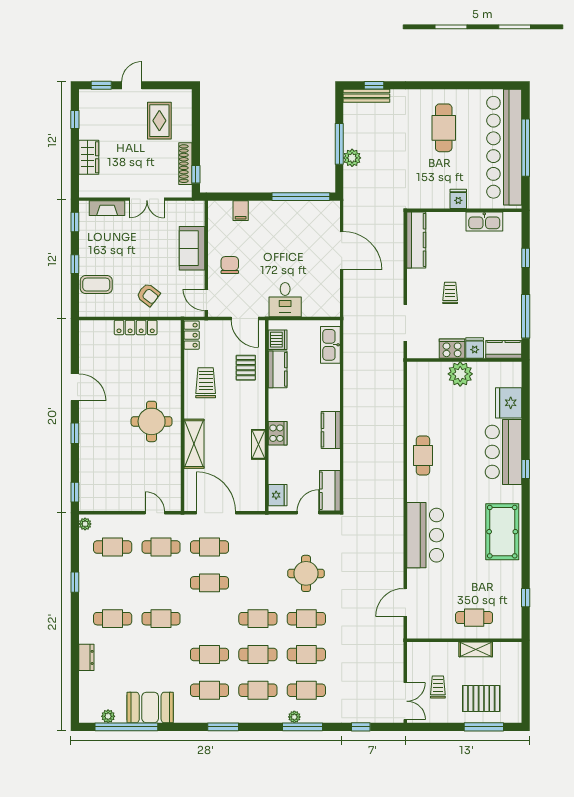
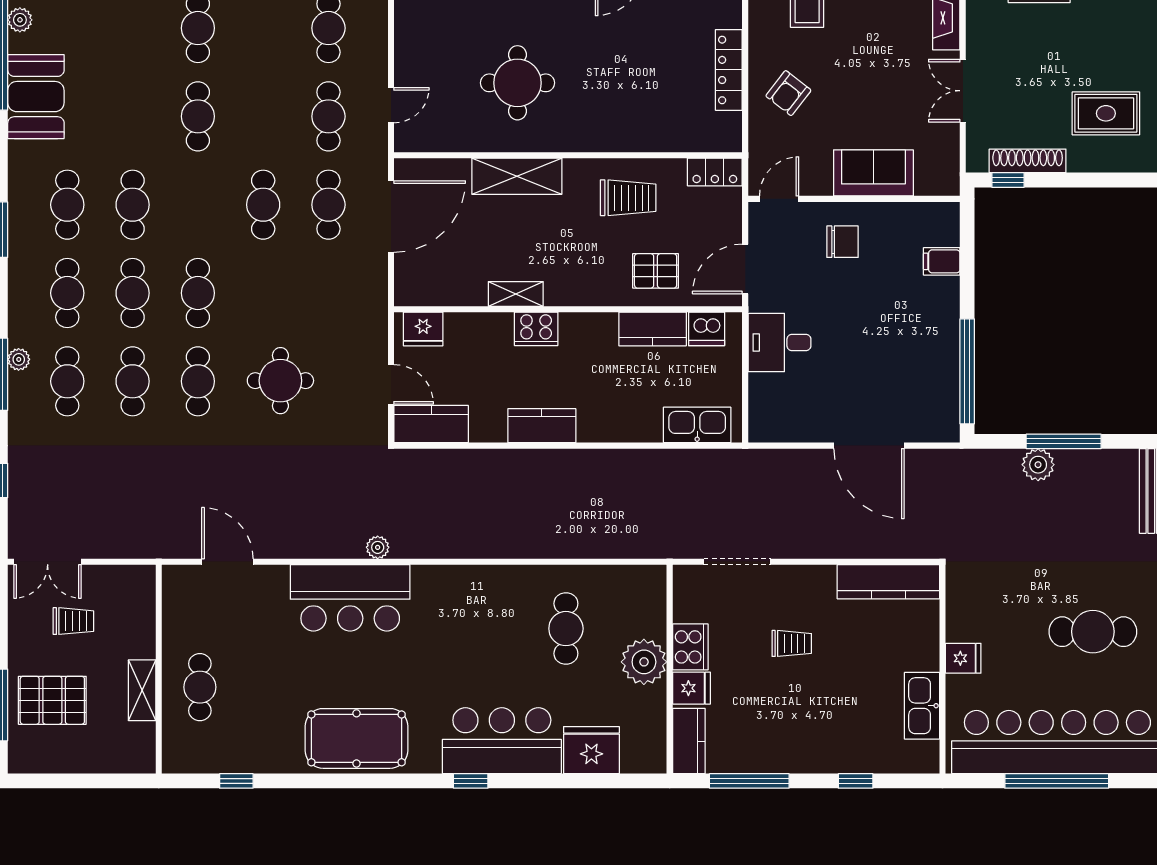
door: (342, 251) -> (869, 446), hinge flipped
round table: (152, 421) -> (517, 83), moved
cafe table: (423, 455) -> (566, 629), moved, turned 90
plant: (397, 520) -> (378, 547), added
pallet: (481, 698) -> (52, 700), turned 90

